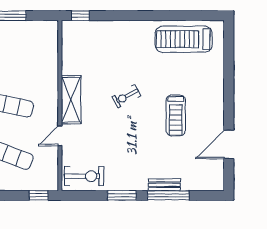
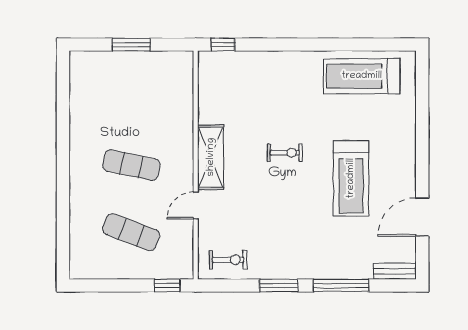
exercise bike: (126, 96) -> (285, 153), turned -152
treadmill: (176, 115) -> (351, 178), width x1.37, depth x1.38
exercise bike: (84, 176) -> (228, 260), width x0.73, depth x0.72
bench: (164, 185) -> (395, 271), moved

